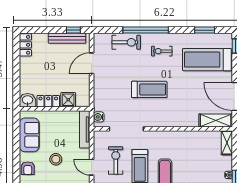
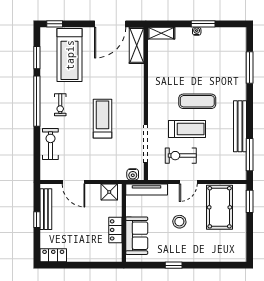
window: (73, 30) -> (37, 220), moved
window: (146, 30) -> (37, 101), moved
washbasin: (28, 100) -> (114, 253), removed
shower: (68, 100) -> (109, 192), moved
sofa: (29, 135) -> (137, 236), moved, turned 90
window: (16, 154) -> (174, 265), added
armchair: (28, 168) -> (189, 253), removed

